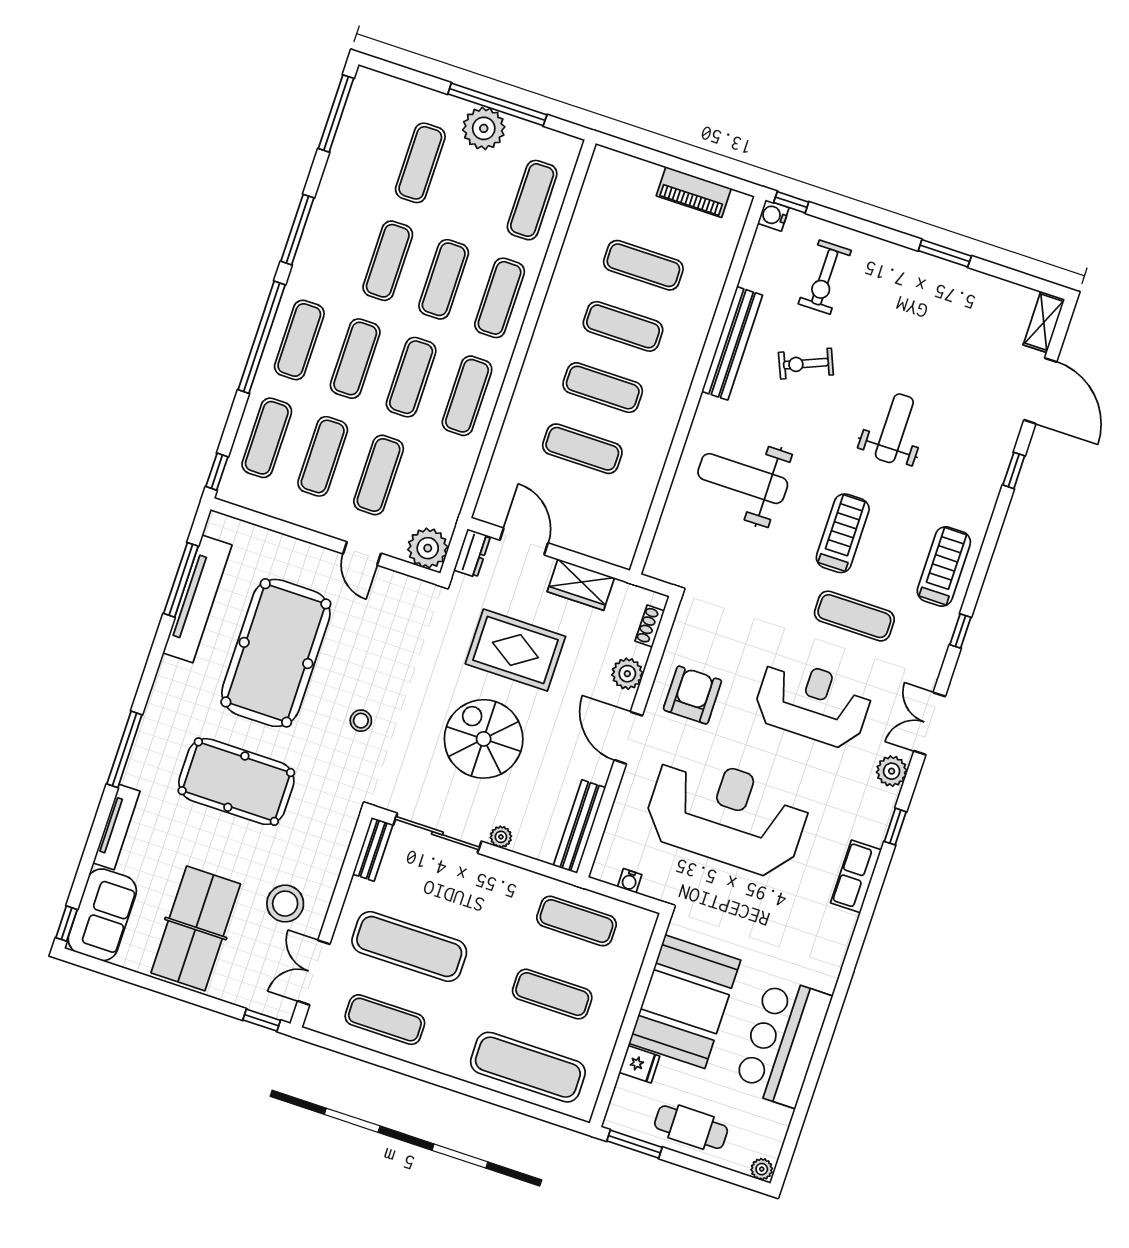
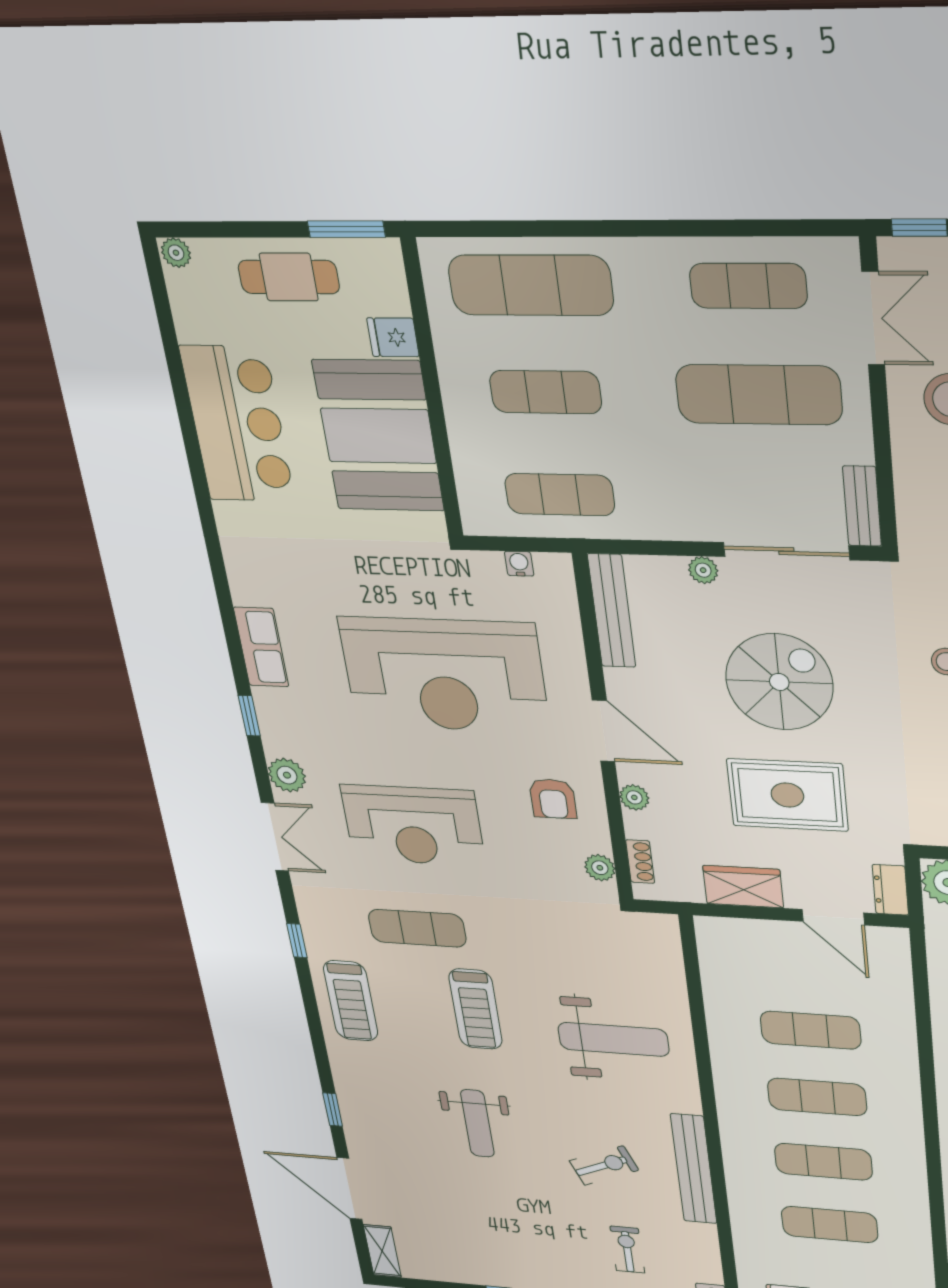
exercise bike: (825, 277) -> (627, 1250), width x0.73, depth x0.72
plant: (683, 629) -> (600, 868), added
plant: (627, 674) -> (634, 797), width x0.73, depth x0.73
armchair: (692, 695) -> (553, 799), width x0.72, depth x0.72
spiral stairs: (484, 739) -> (779, 682), turned -90

